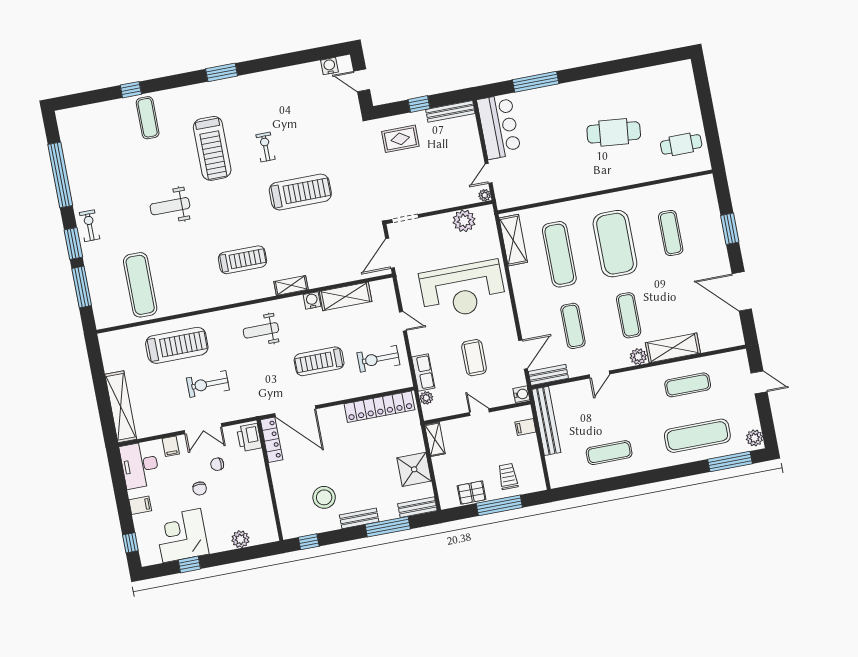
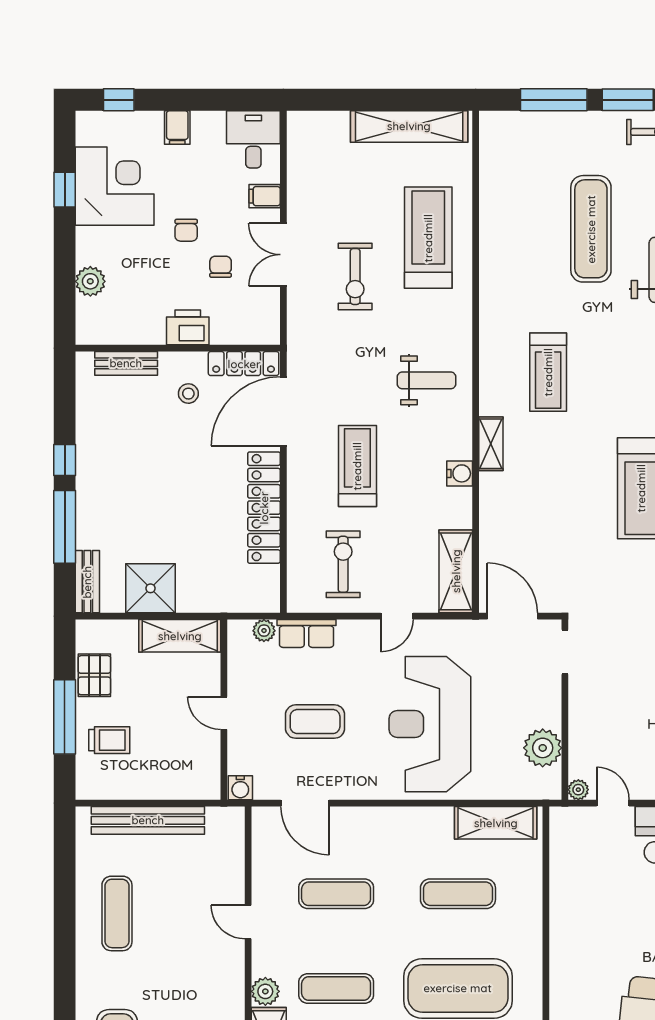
exercise mat: (559, 254) -> (458, 894), width x0.73, depth x0.69
exercise mat: (140, 285) -> (591, 229), moved, turned 90
shelving: (346, 296) -> (456, 571), moved
weight bench: (261, 330) -> (427, 380), turned 90
treadmill: (177, 345) -> (428, 238), turned 180
bench: (548, 375) -> (264, 838), removed
exercise bike: (208, 384) -> (355, 276), turned 180
shelving: (121, 407) -> (409, 126), moved
locker: (379, 407) -> (264, 508), moved
door: (479, 412) -> (224, 713), swing flipped
bench: (546, 421) -> (148, 820), moved
filing cabinet: (525, 427) -> (185, 784), removed
printer: (249, 437) -> (188, 327), moved
shelving: (435, 439) -> (180, 636), width x1.50, depth x1.33
desk: (140, 465) -> (253, 139), width x0.73
chair: (200, 489) -> (186, 230), turned -90
stool: (324, 497) -> (188, 394), moved, width x0.53, depth x0.53
bench: (359, 518) -> (126, 363), moved, turned 90
window: (309, 542) -> (65, 460), moved

